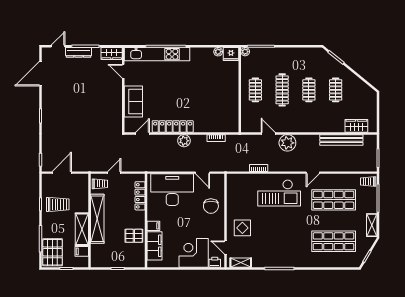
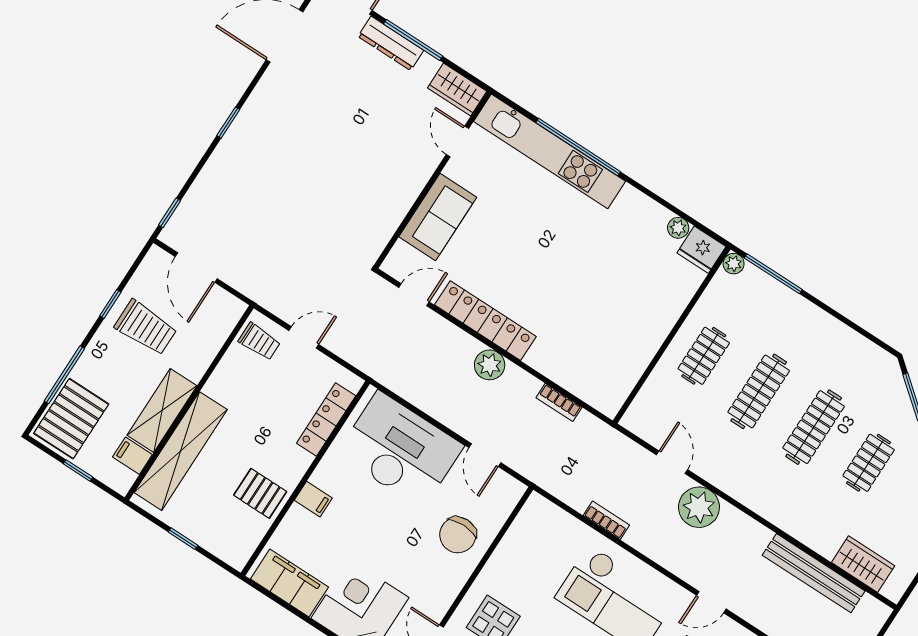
clothes rail: (309, 90) -> (814, 427), width x1.36
door: (62, 173) -> (196, 268), swing flipped
shelving: (97, 219) -> (181, 451), moved
filing cabinet: (155, 246) -> (289, 583), moved, turned -90

